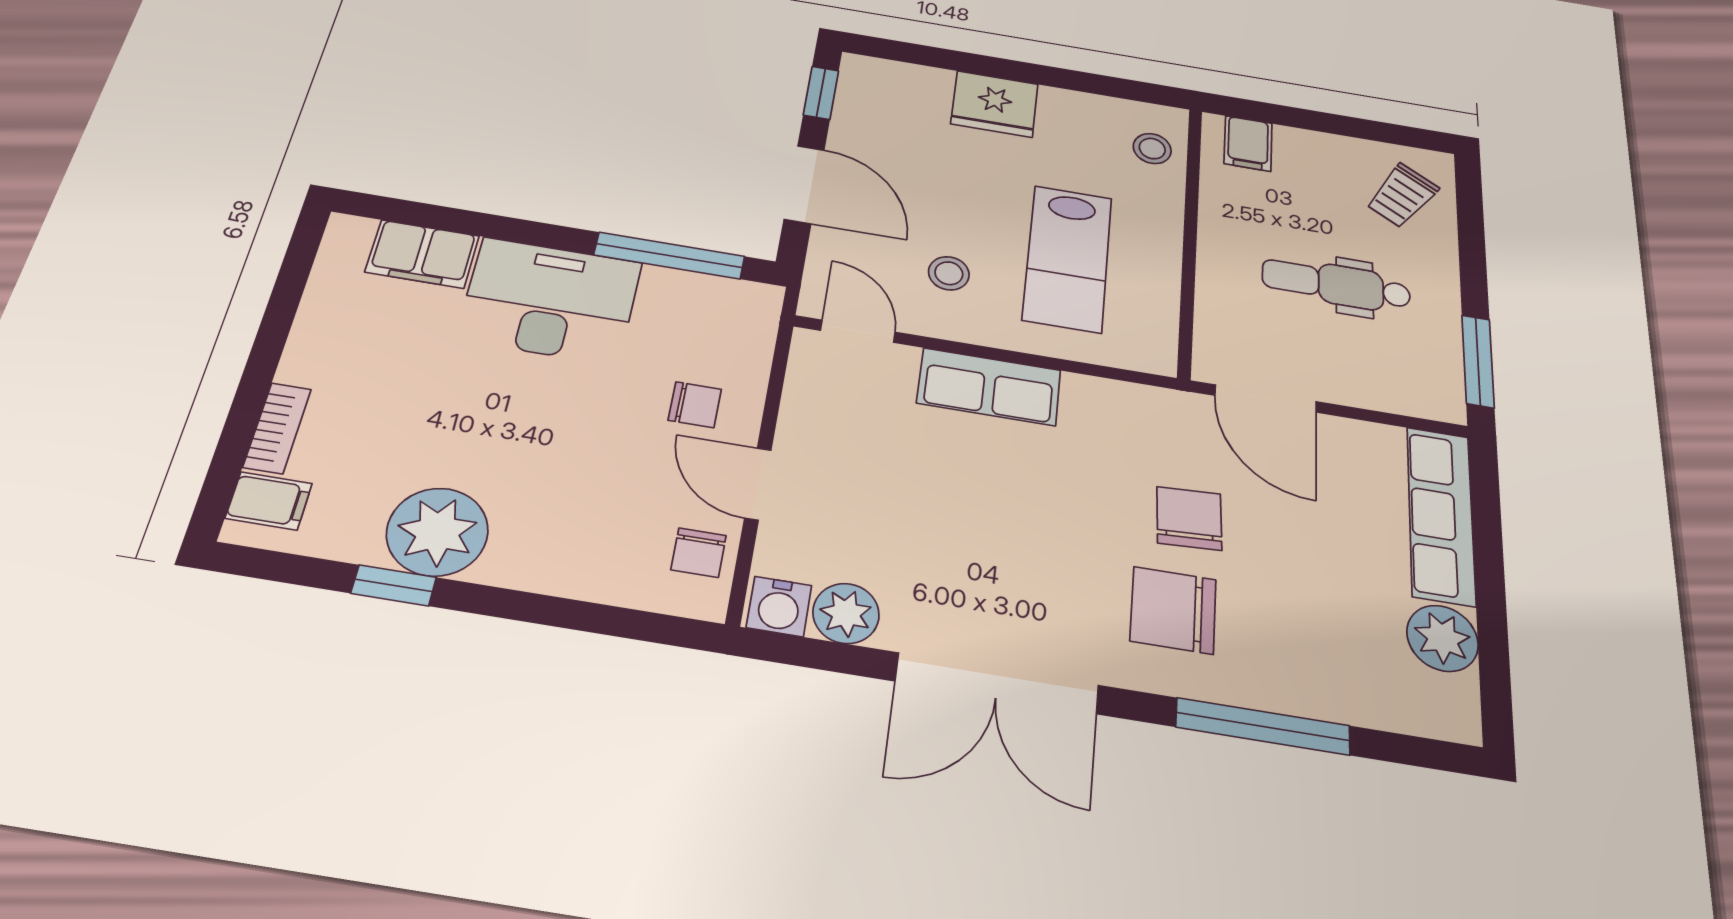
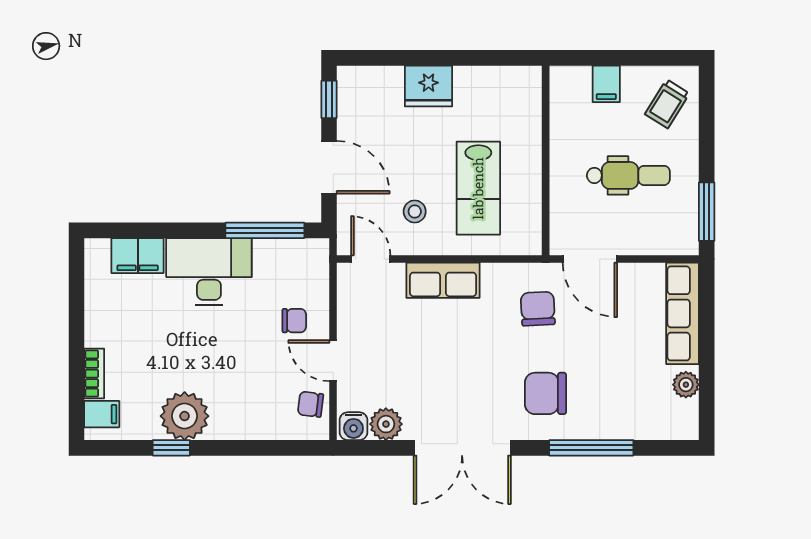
filing cabinet: (1248, 143) -> (606, 84), moved
stool: (1152, 149) -> (521, 100), removed
dental chair: (1336, 285) -> (628, 175), turned 180
chair: (1189, 518) -> (538, 309), moved
chair: (699, 553) -> (310, 404), turned 97
plant: (1442, 638) -> (686, 385), width x0.73, depth x0.73

